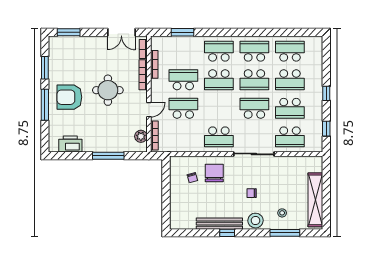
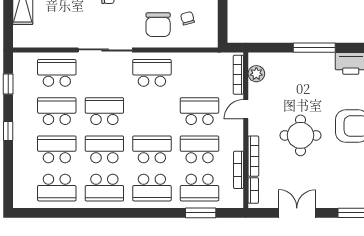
double door: (121, 32) -> (297, 213), moved
school desk: (183, 51) -> (200, 188), added
school desk: (183, 80) -> (200, 149), turned 180
school desk: (183, 108) -> (200, 111), turned 180
school desk: (254, 108) -> (104, 111), turned 180
window: (108, 156) -> (314, 48), moved

